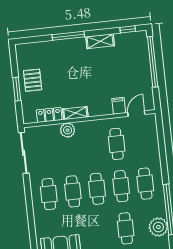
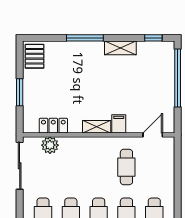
pallet: (33, 80) -> (35, 56), moved
filing cabinet: (119, 106) -> (119, 124), moved
shelving: (75, 113) -> (97, 127), moved
plant: (68, 130) -> (50, 145), moved

